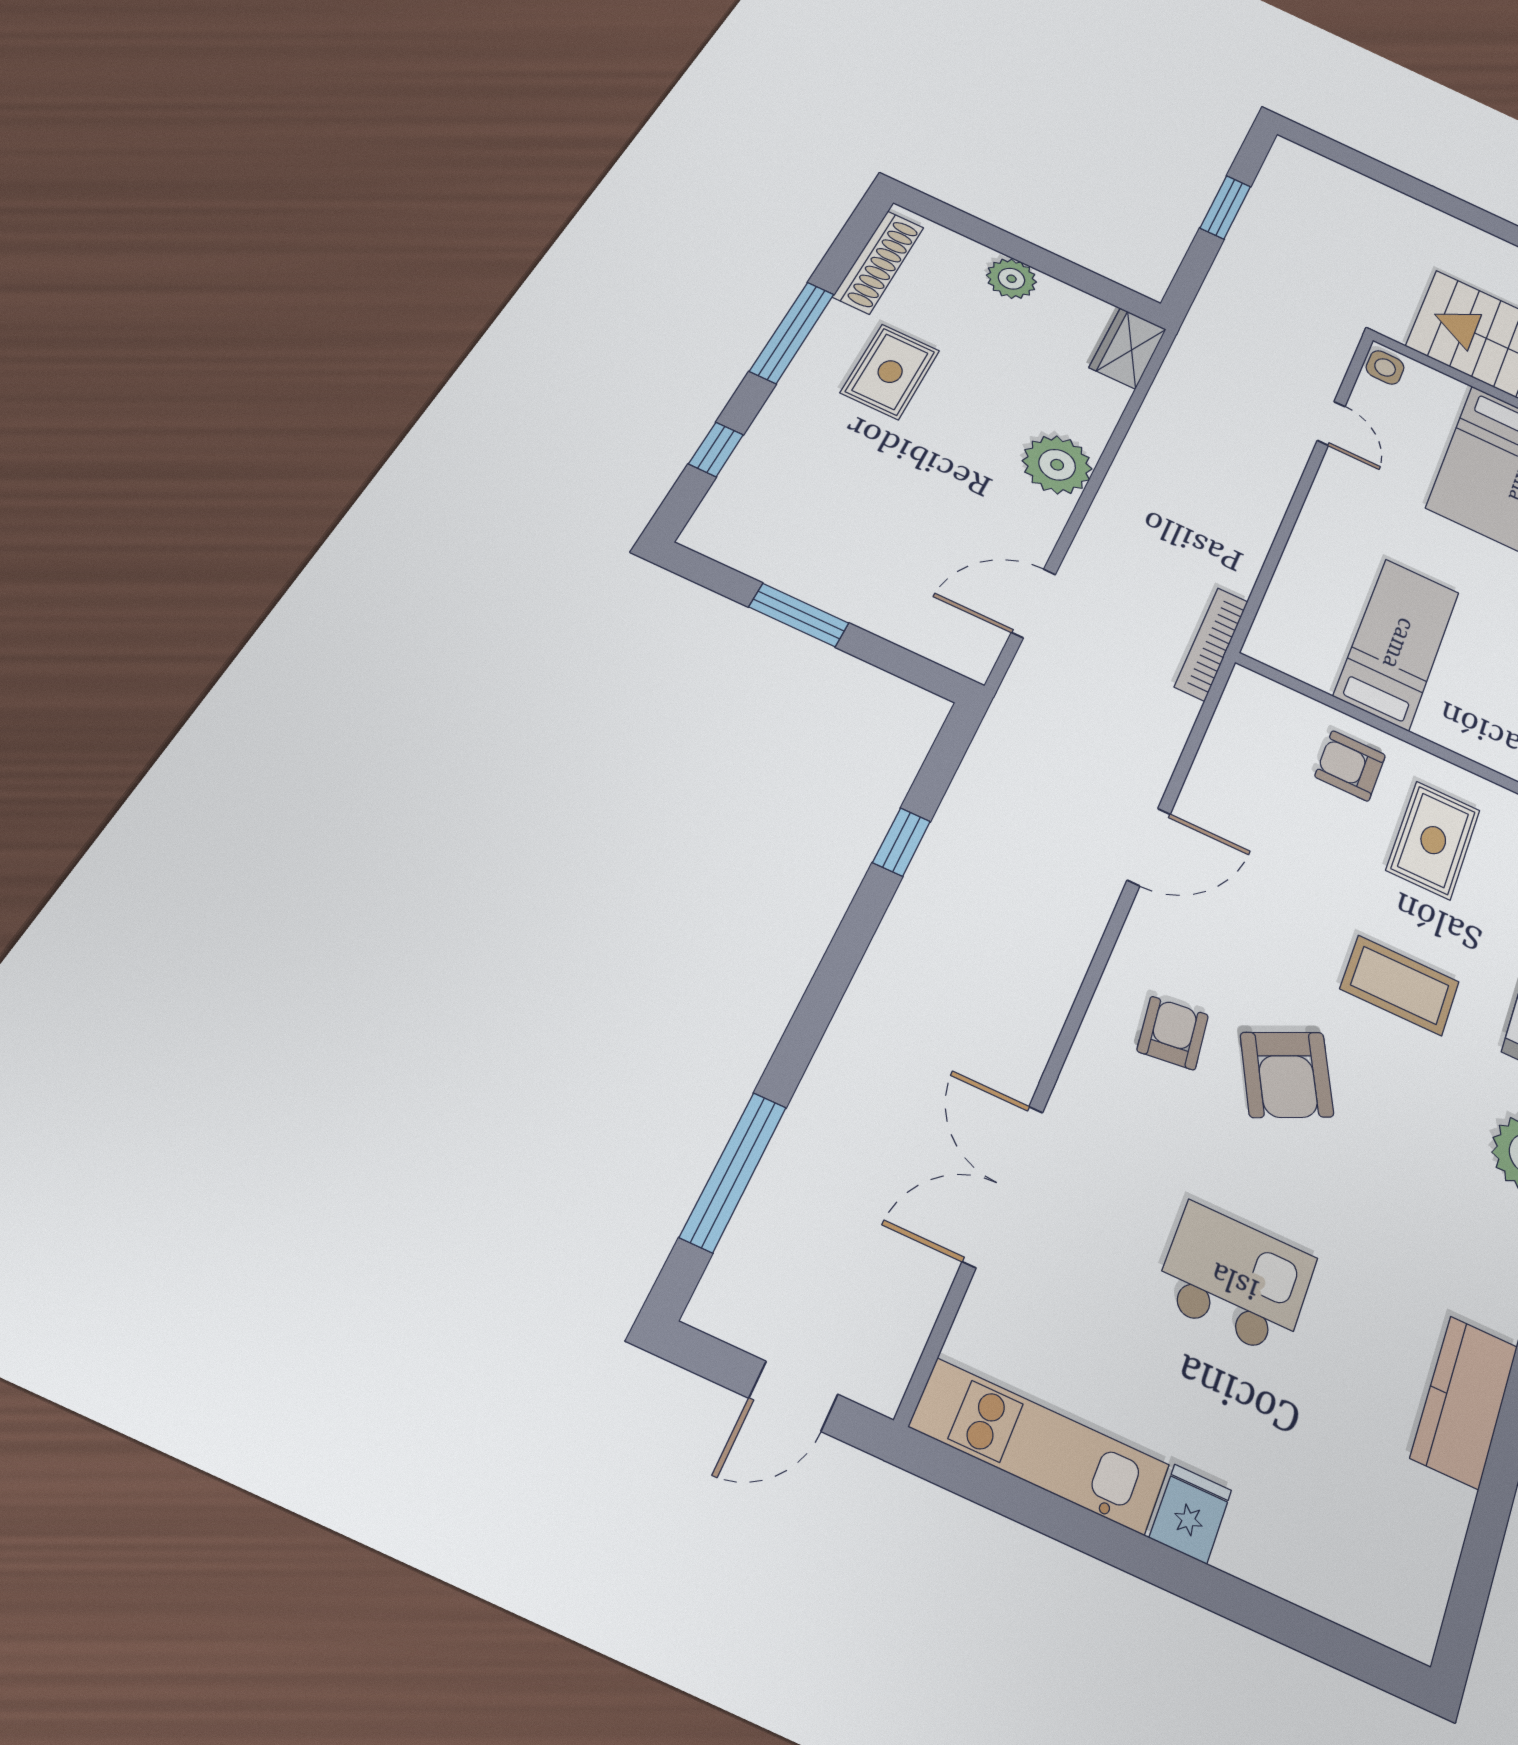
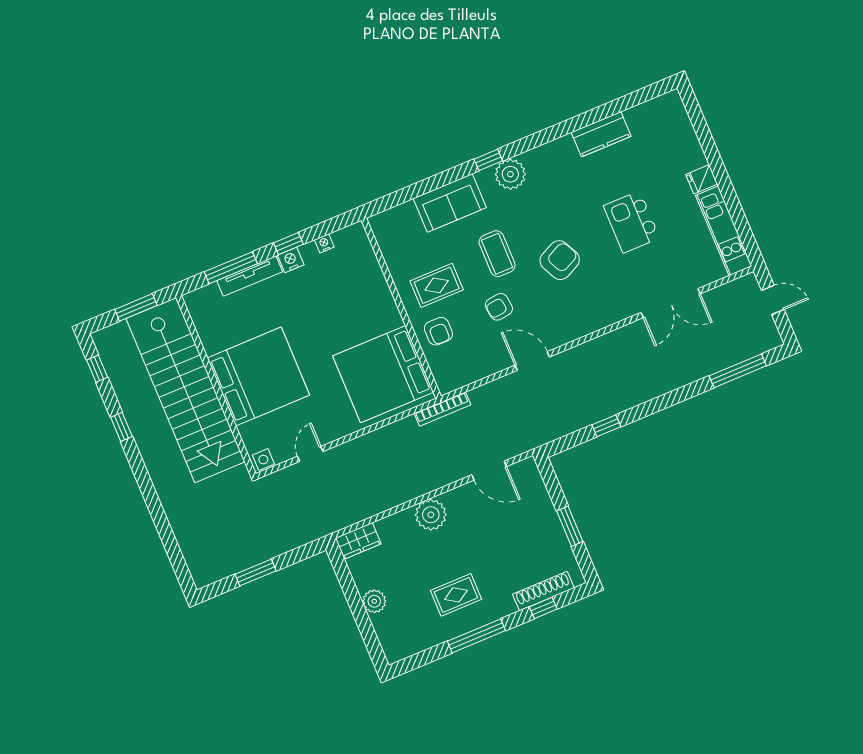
shoe rack: (879, 262) -> (543, 591), moved
bed: (1397, 643) -> (383, 374), width x2.04
armchair: (1173, 1033) -> (499, 307), moved

